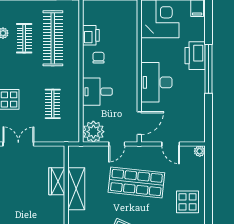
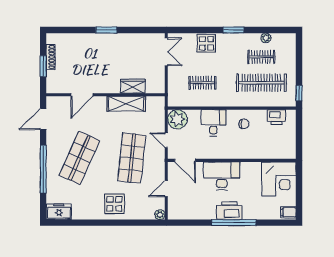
printer: (91, 35) -> (276, 117), moved
printer: (195, 56) -> (229, 211), moved

